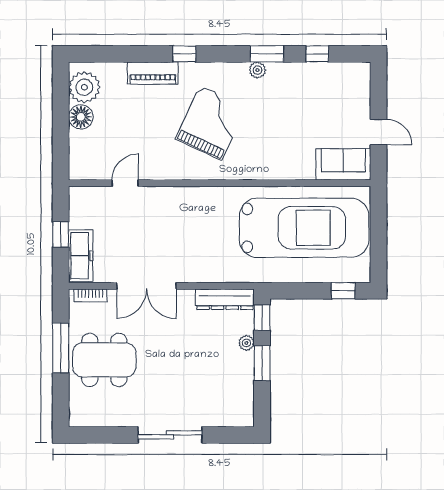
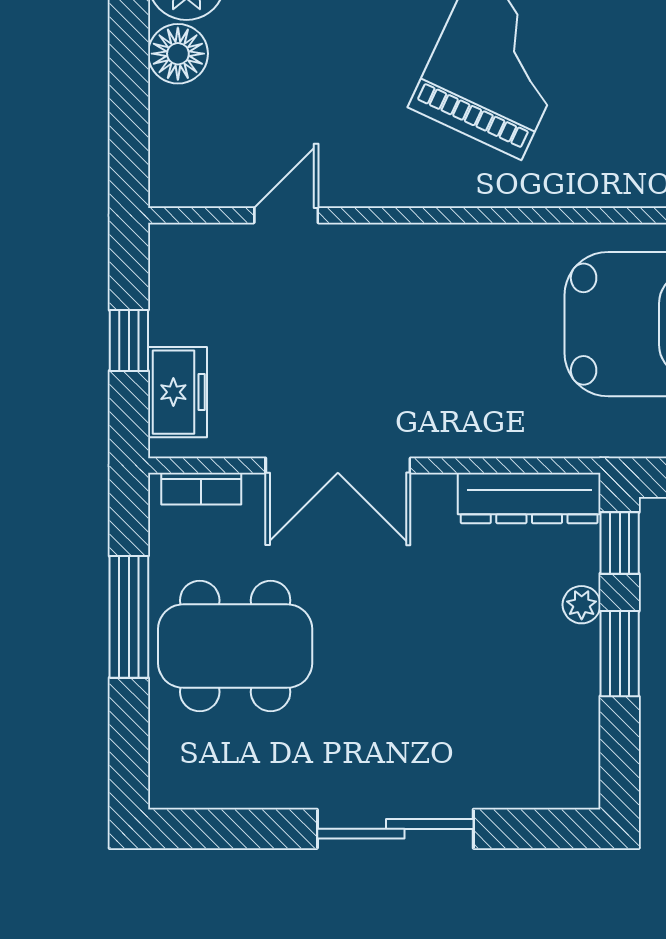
freezer: (81, 256) -> (178, 392), width x0.71

